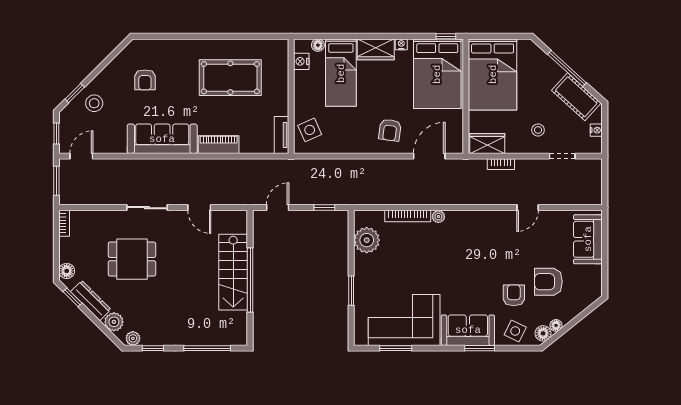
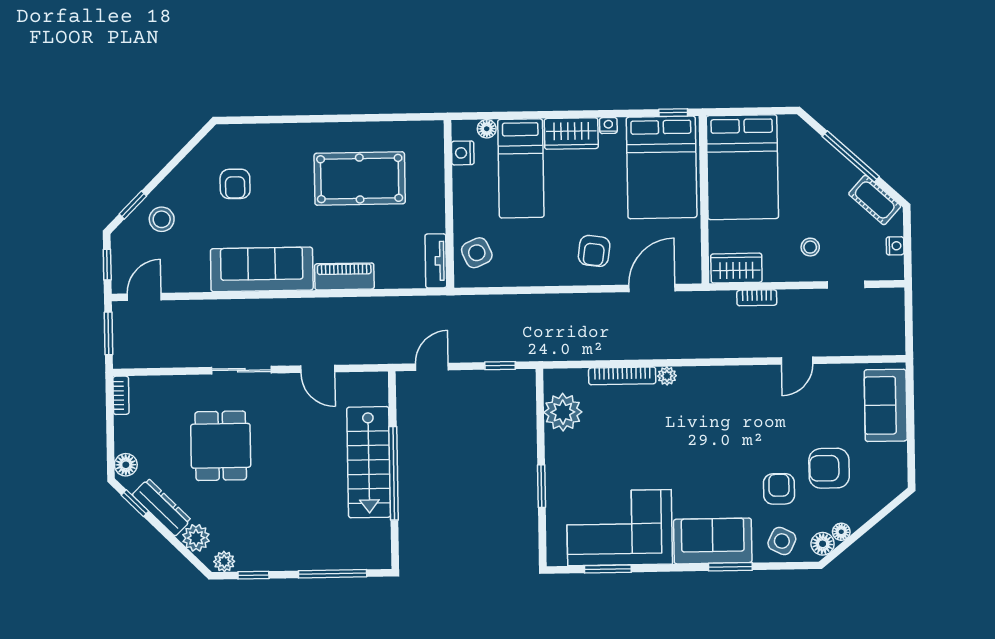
cot: (576, 97) -> (875, 200), width x0.73, depth x0.75
dining table: (132, 259) -> (221, 446), turned 90

